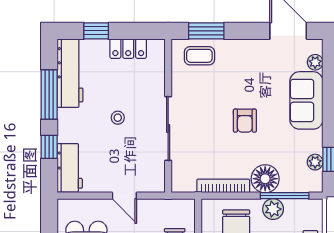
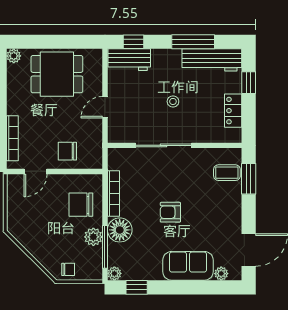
coffee table: (199, 56) -> (227, 173), turned 90
window: (49, 147) -> (134, 42), moved
plant: (315, 162) -> (114, 273), moved

